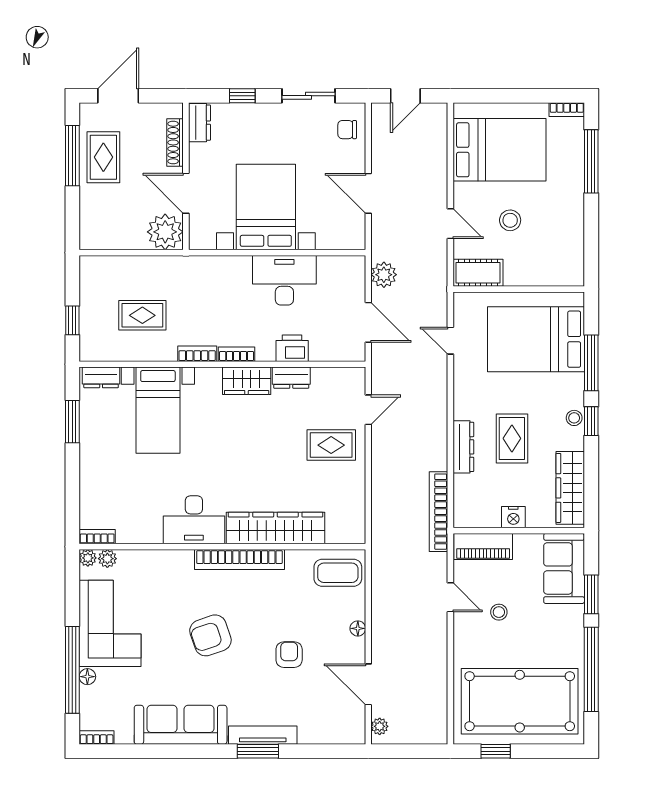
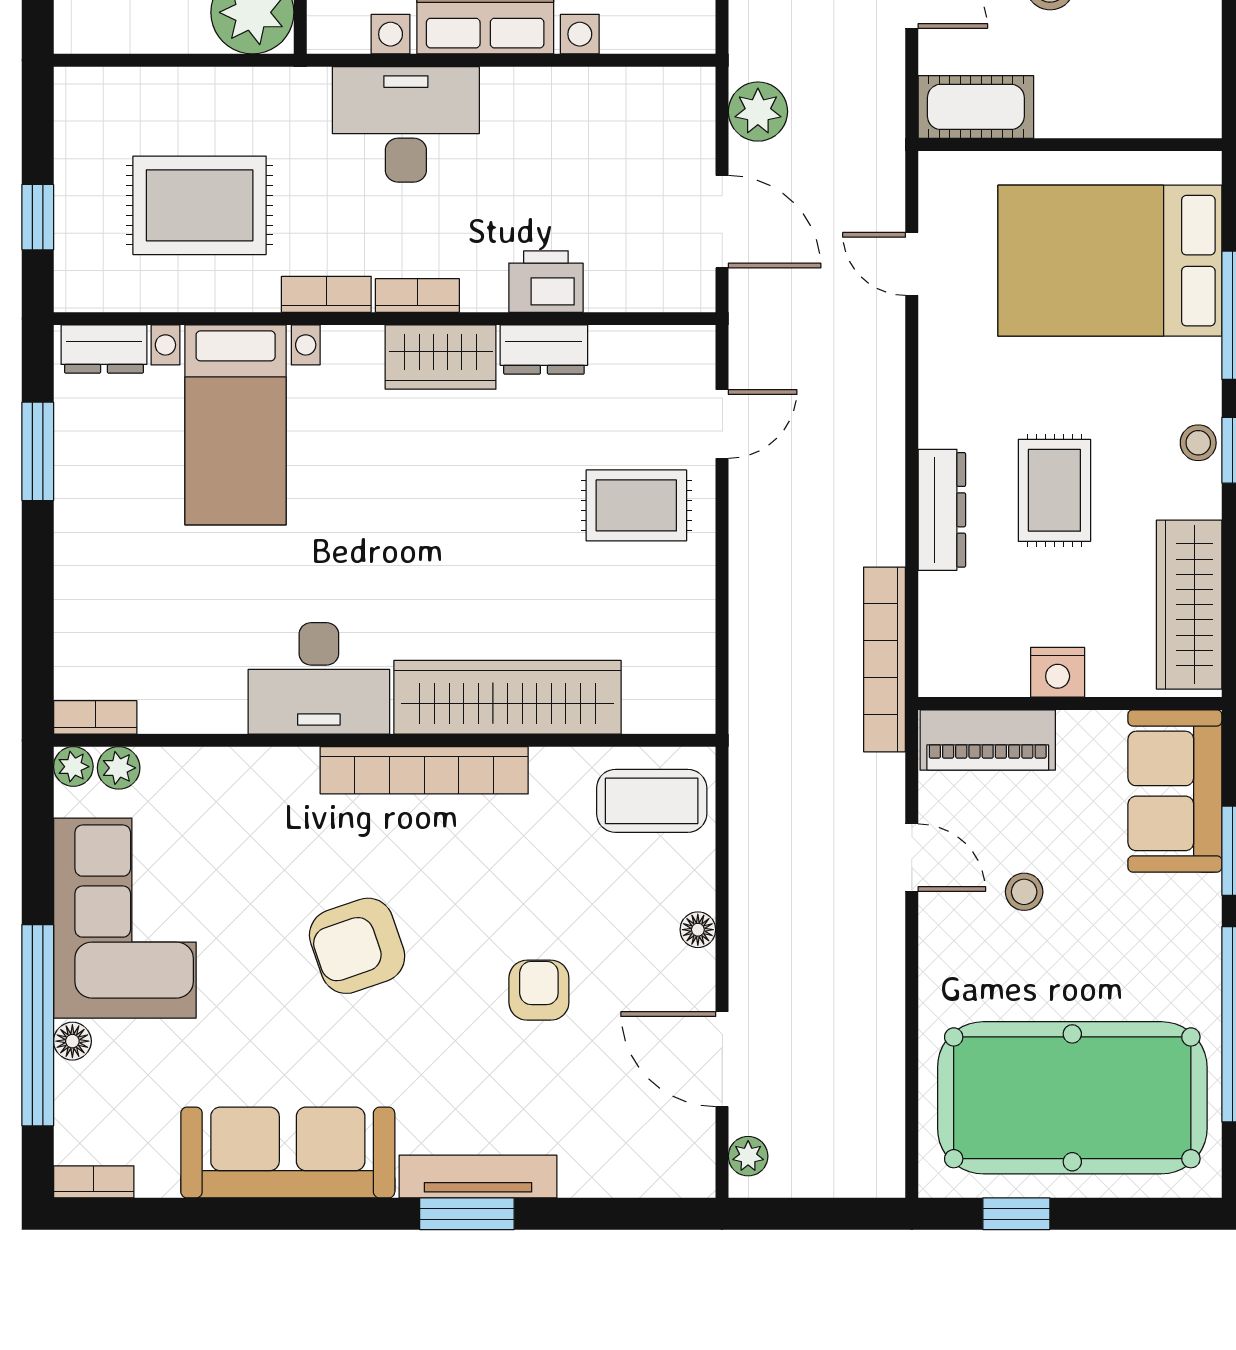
desk: (284, 280) -> (406, 124), moved
rug: (142, 315) -> (200, 205), width x1.36, depth x1.43

